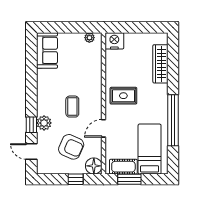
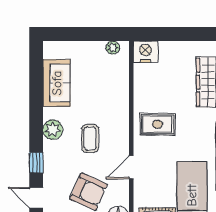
sofa: (47, 50) -> (57, 83), moved
plant: (44, 123) -> (53, 130), moved

